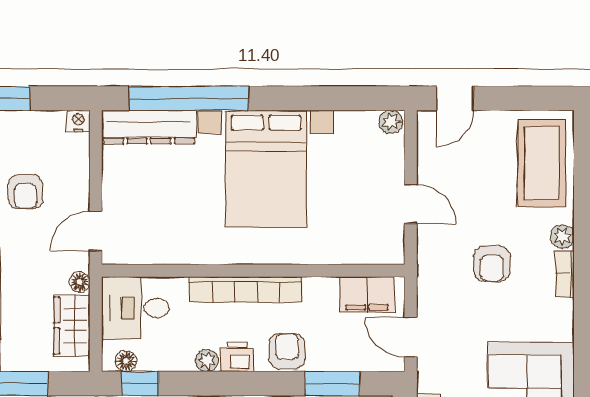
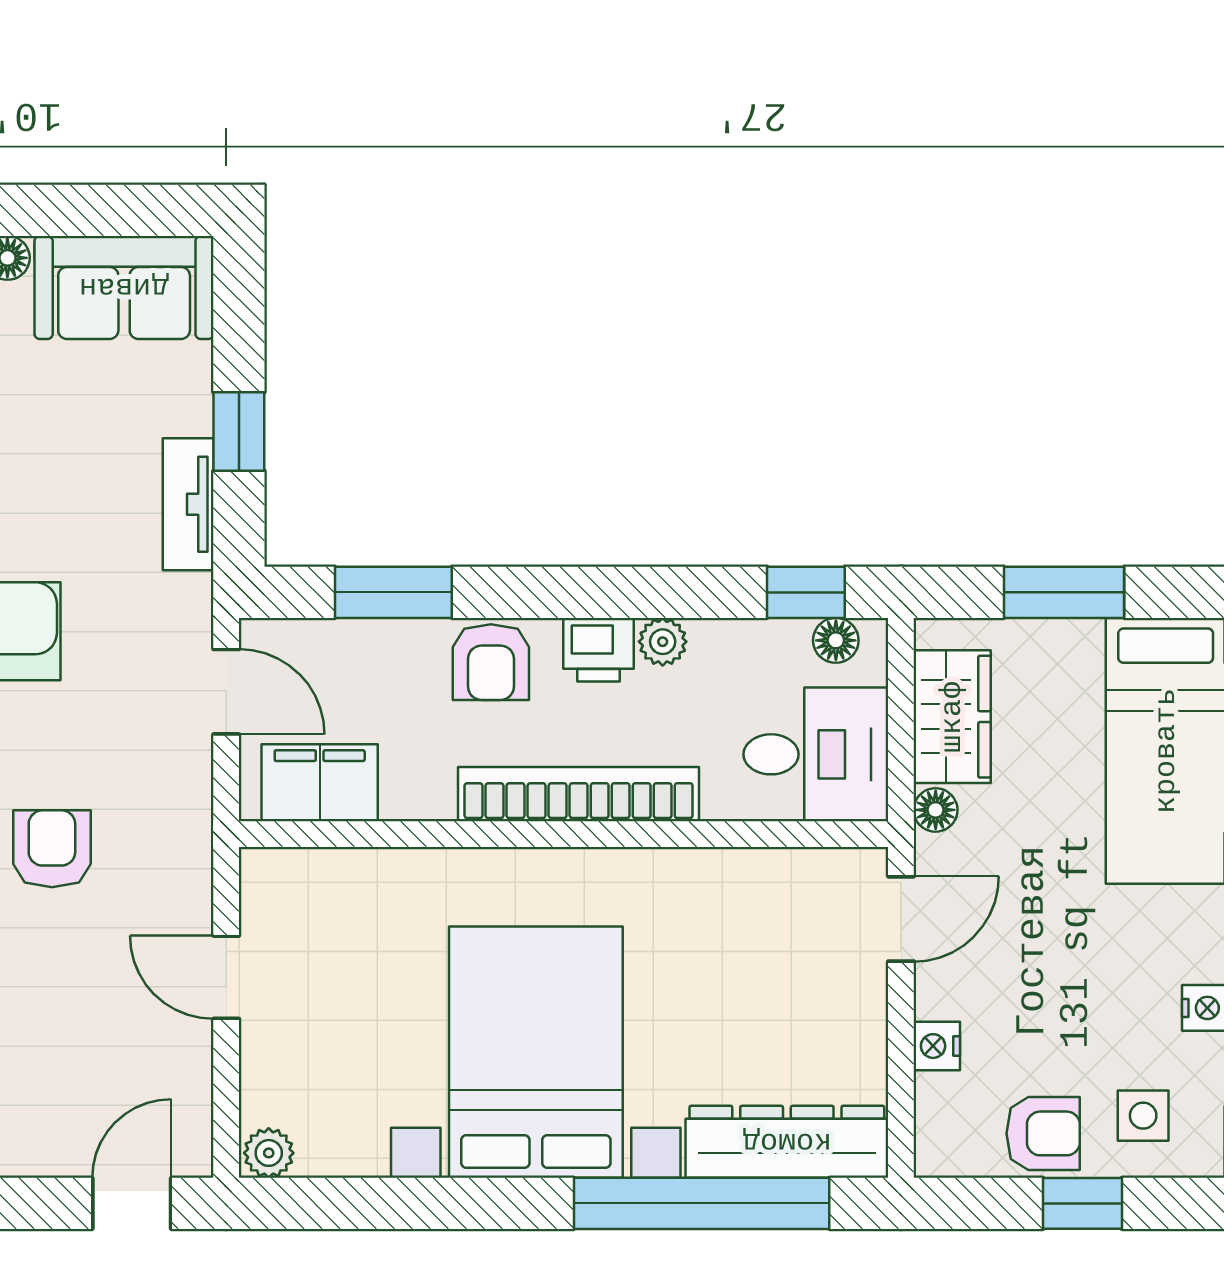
nightstand: (78, 121) -> (937, 1046), moved, turned 90
armchair: (26, 192) -> (1043, 1133), moved, turned 90

